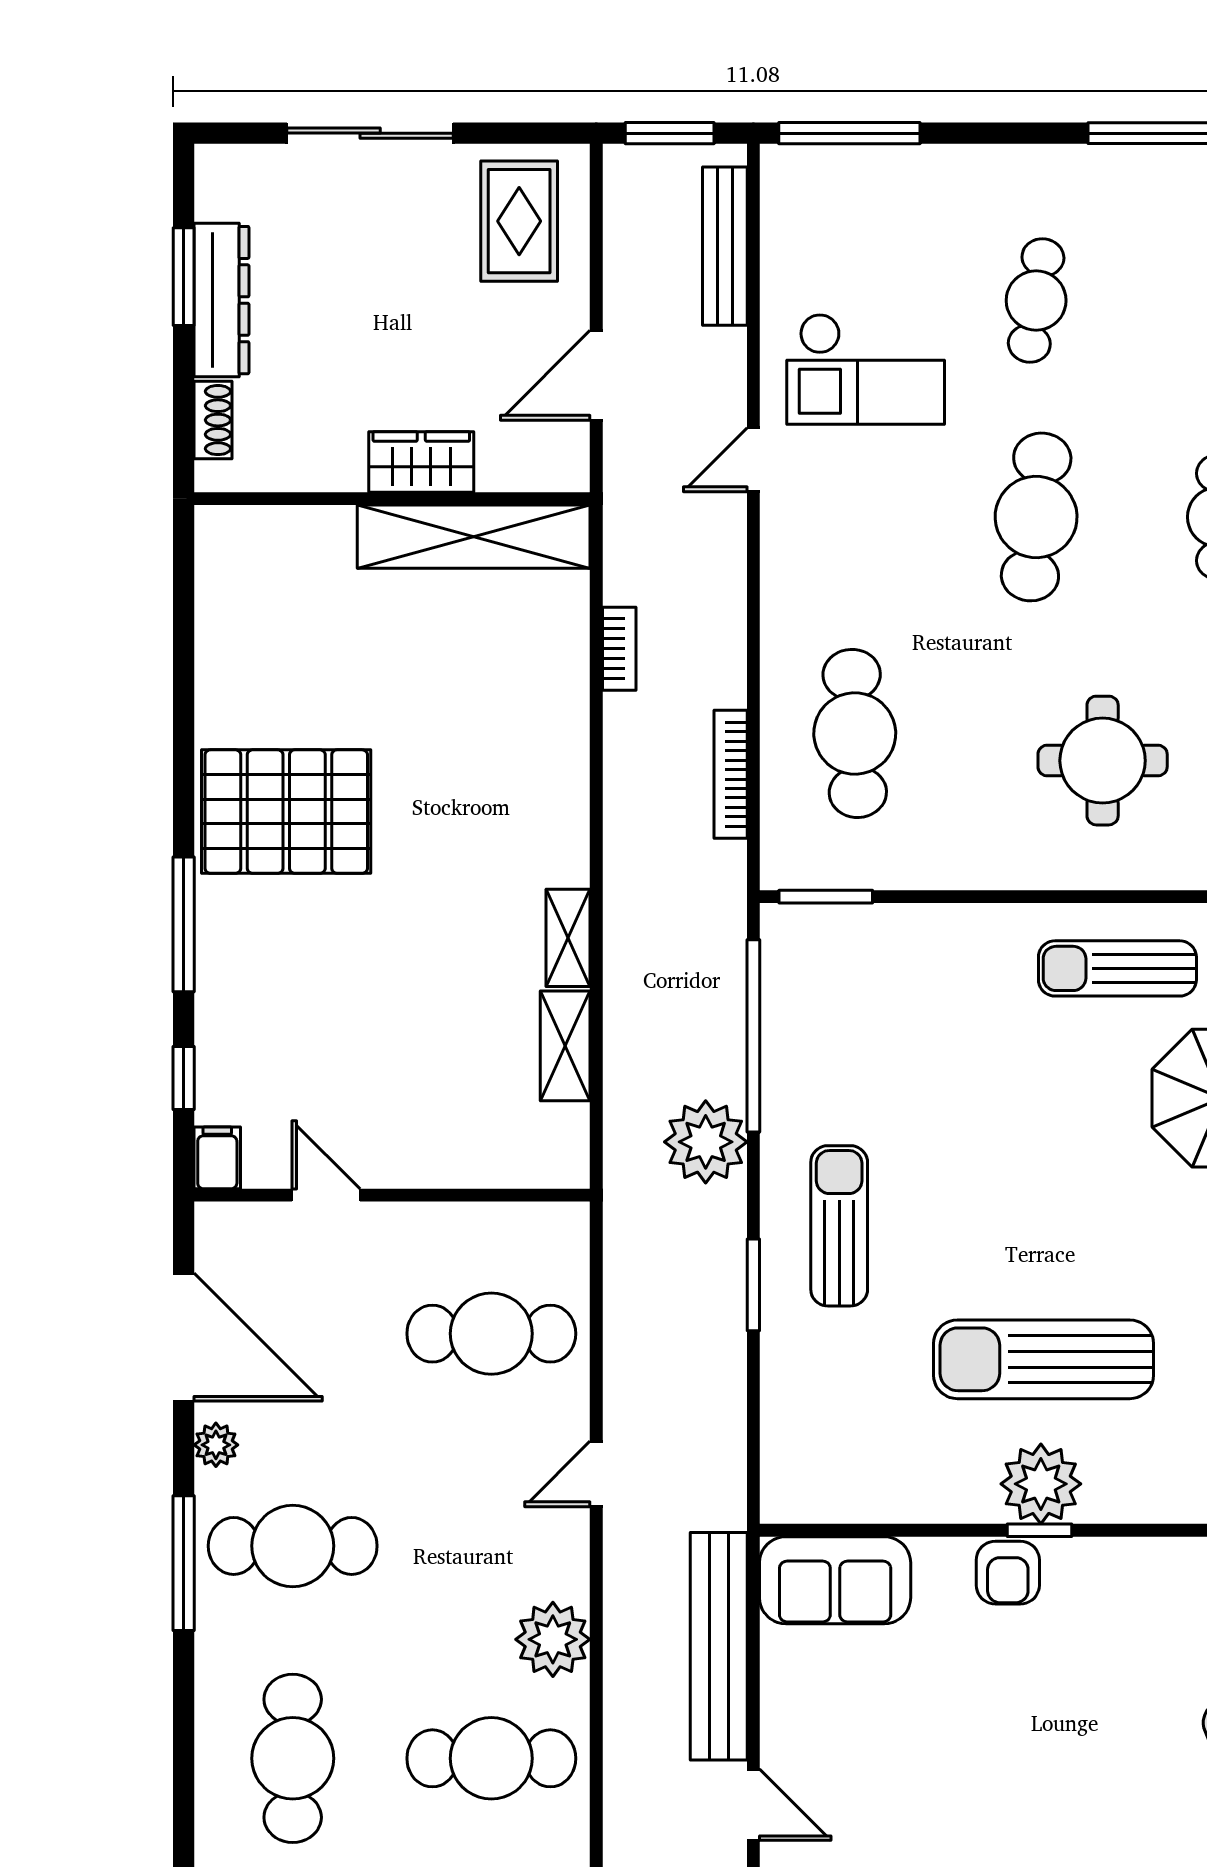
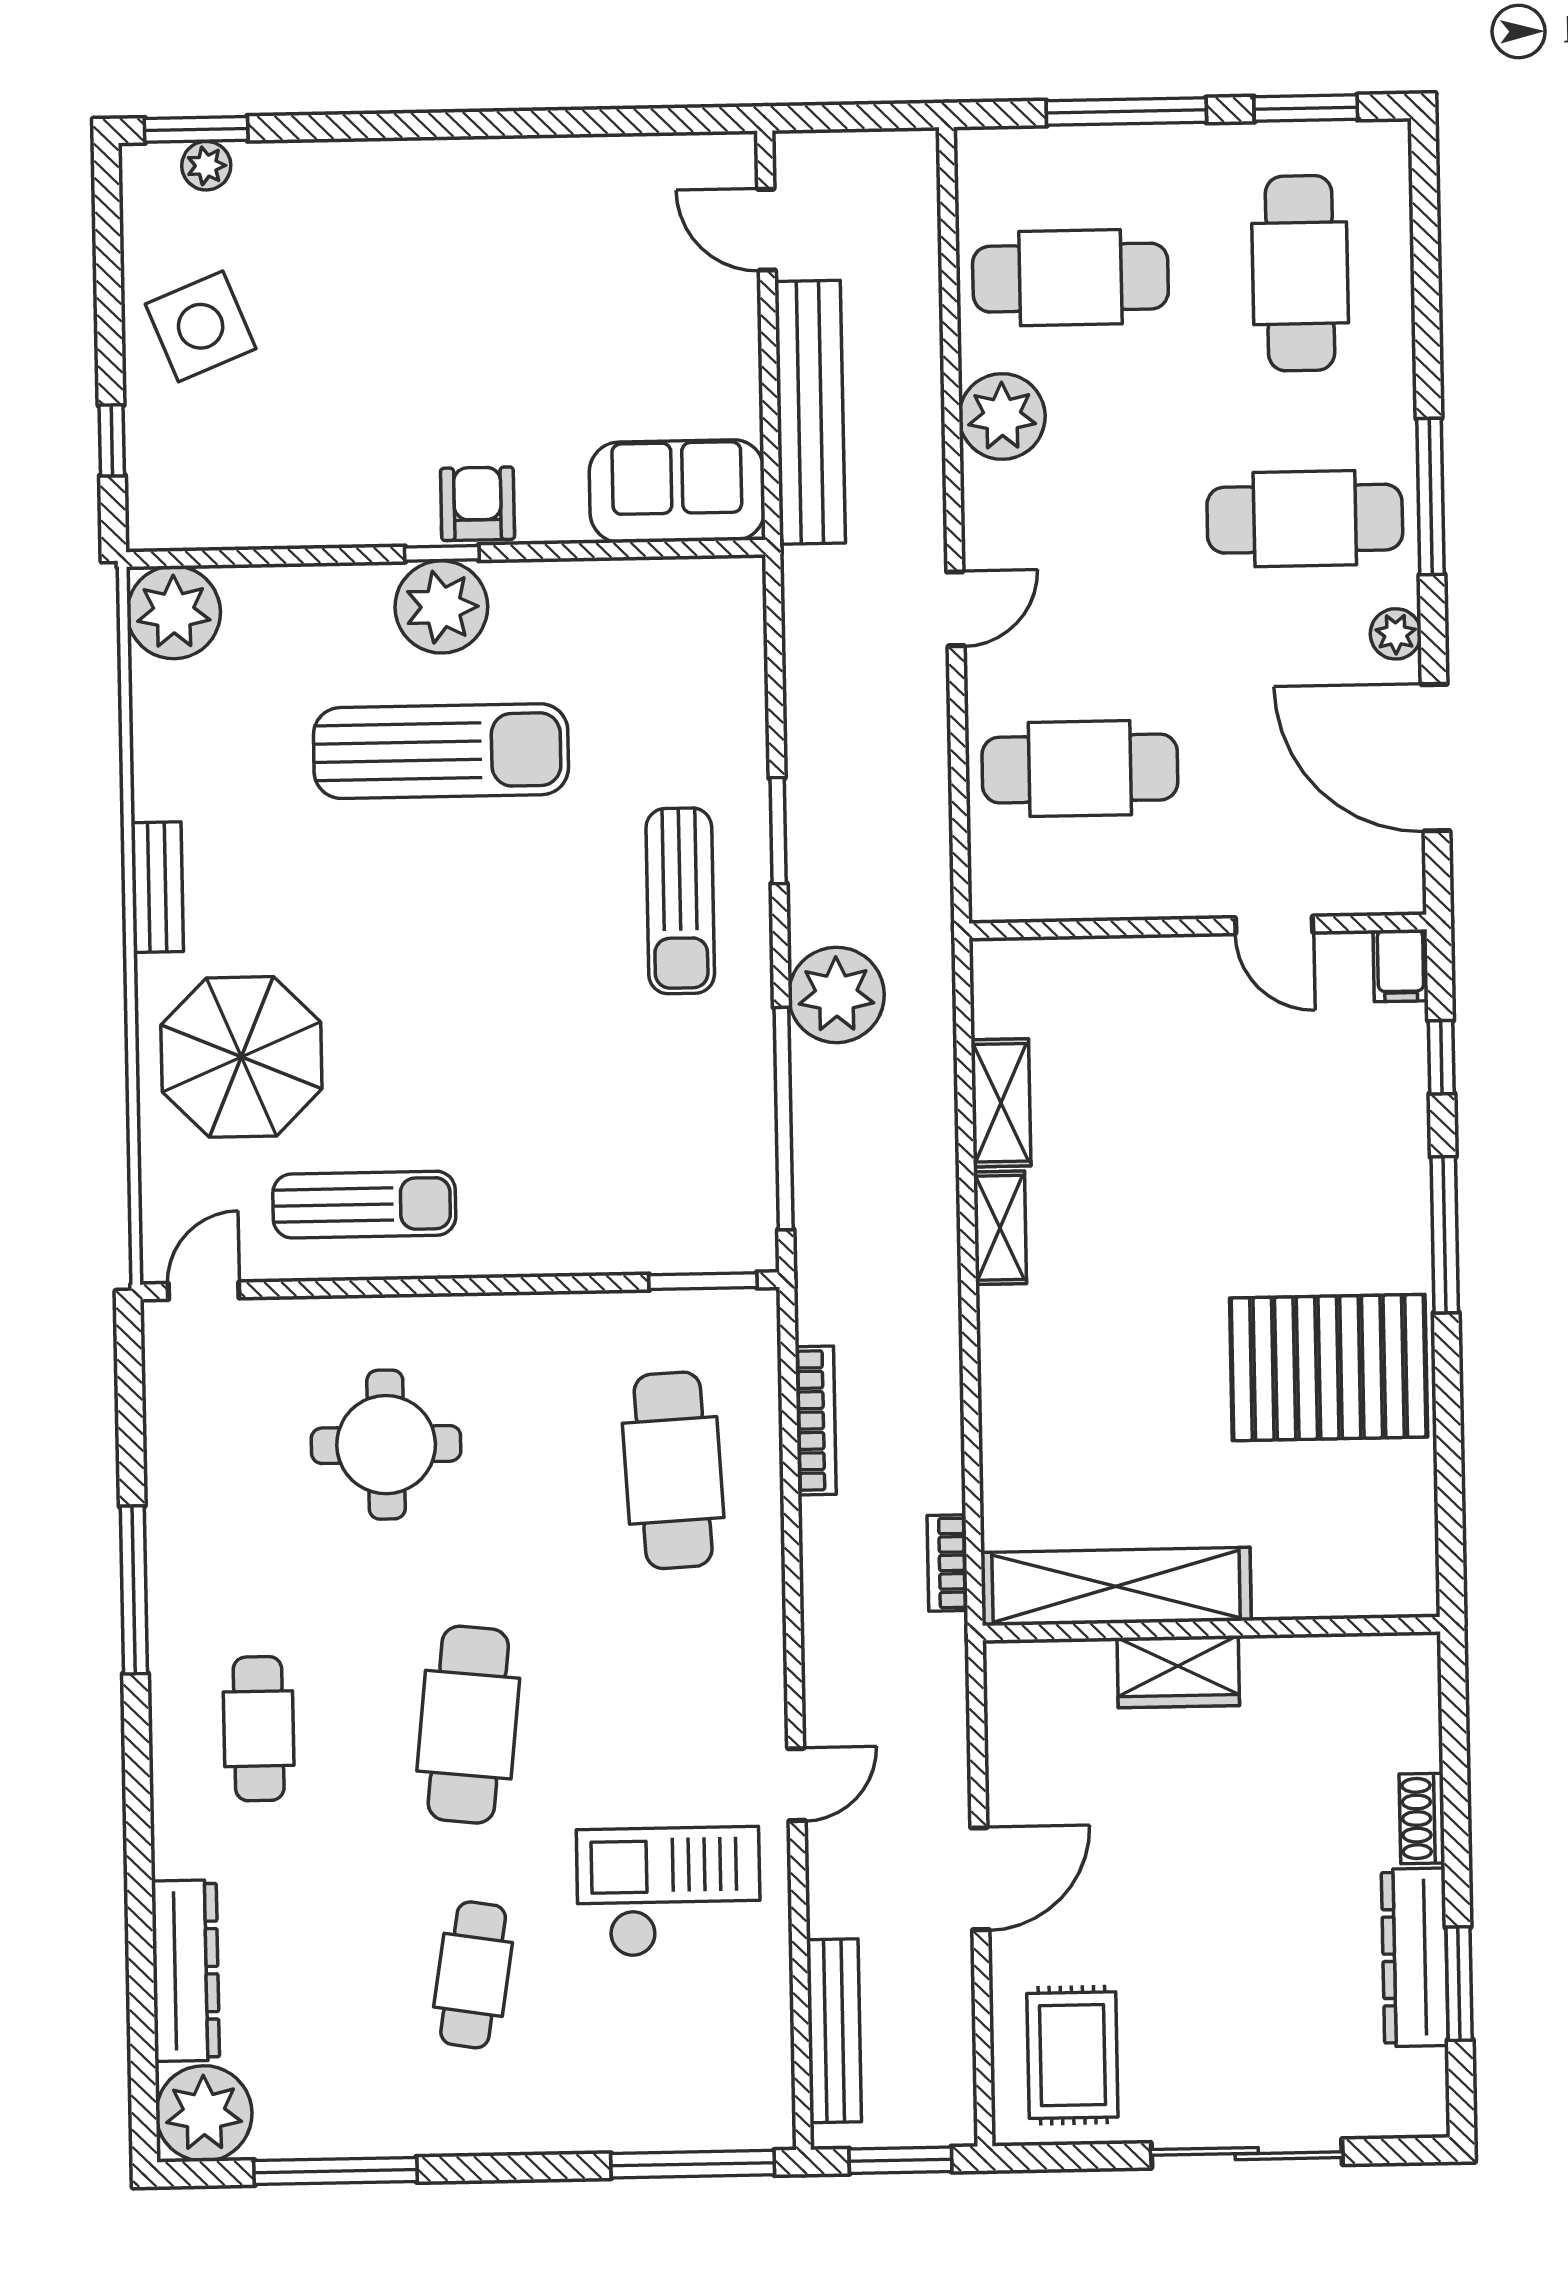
wardrobe: (421, 462) -> (1178, 1672), moved
wall: (392, 499) -> (1211, 1629), moved
shelving: (474, 537) -> (1116, 1586), moved

